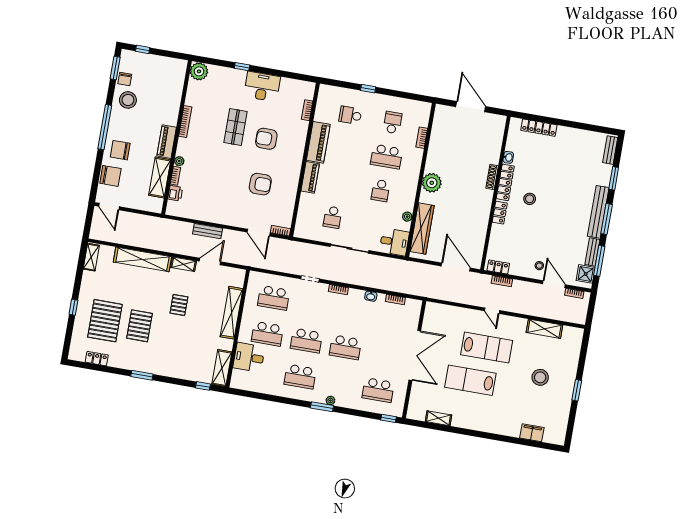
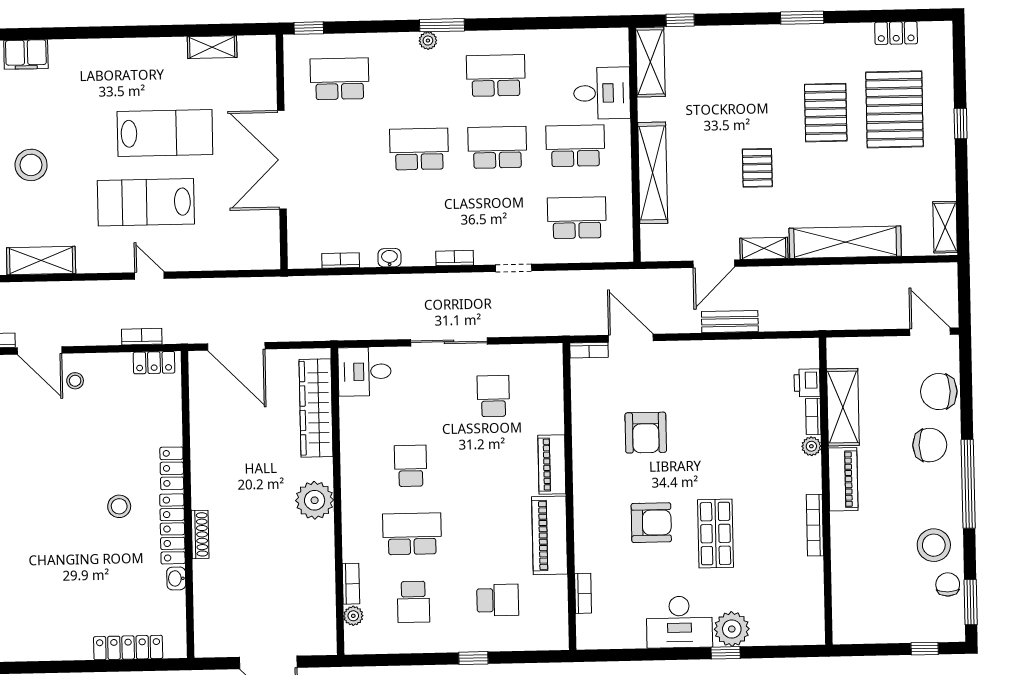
plant: (199, 71) -> (732, 629), moved
armchair: (260, 184) -> (646, 433), turned -90
plant: (407, 217) -> (353, 616), moved

